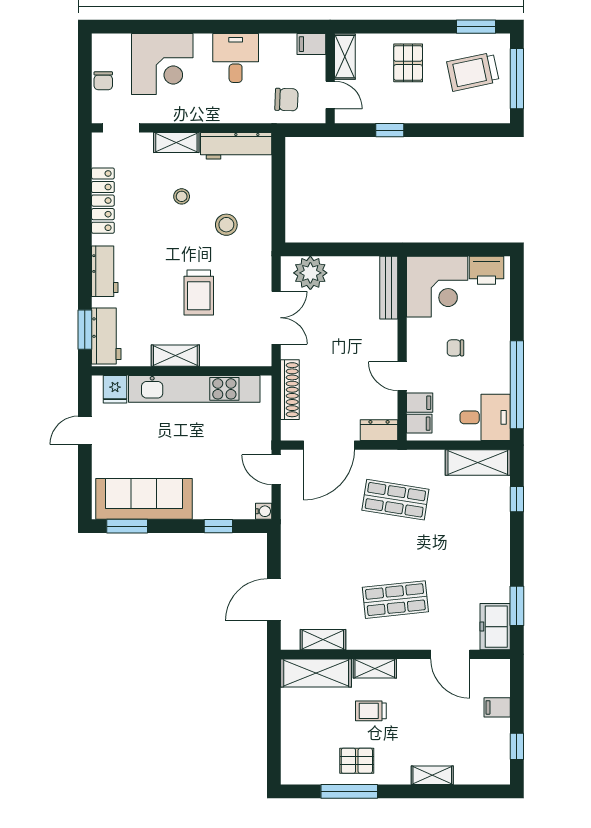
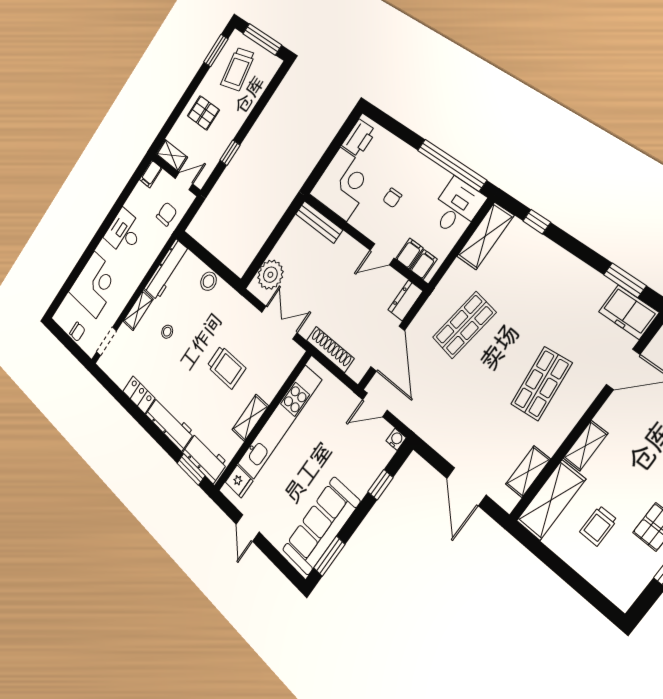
locker: (103, 201) -> (139, 395), width x0.66
stool: (226, 225) -> (208, 281), moved
workbench: (105, 271) -> (170, 424), width x1.38
trolley: (371, 711) -> (598, 526), moved

